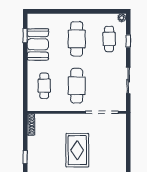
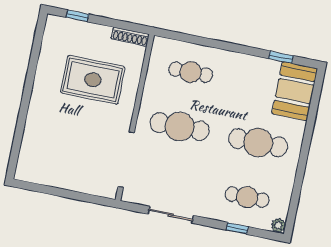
booth: (38, 44) -> (295, 91), moved, turned 90
rug: (77, 150) -> (93, 80), moved

